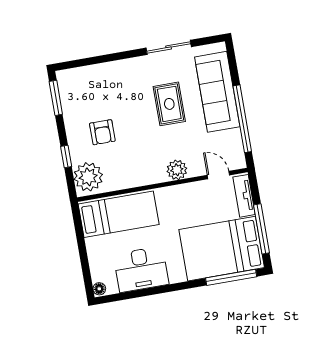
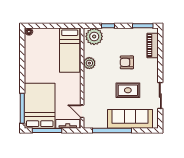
piano: (86, 75) -> (153, 46), added
armchair: (102, 132) -> (127, 62), moved
plant: (177, 170) -> (89, 63), moved
door: (218, 175) -> (82, 111), swing flipped
desk: (141, 269) -> (36, 58), removed

